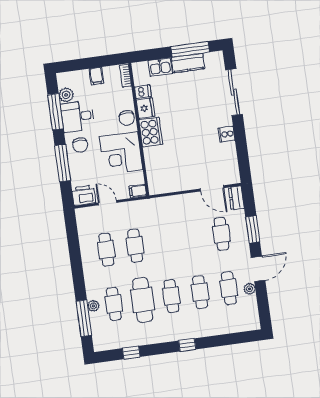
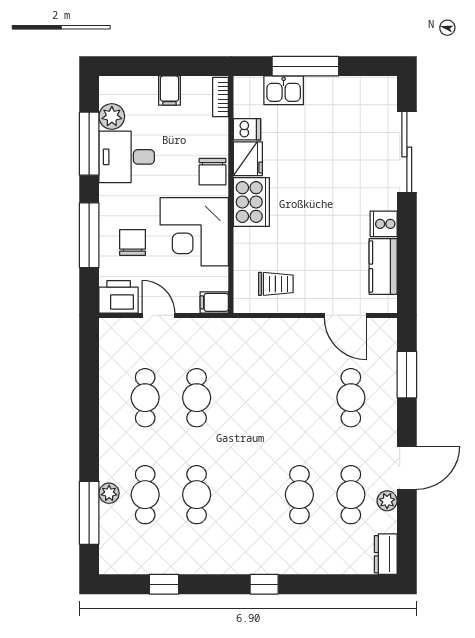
window: (190, 49) -> (305, 66), moved
kitchen counter: (188, 63) -> (383, 266), moved, turned 90
chair: (80, 145) -> (133, 242), moved, turned 180
trolley: (171, 176) -> (276, 284), added
dresser: (236, 198) -> (386, 554), moved
window: (253, 229) -> (407, 375), moved
cafe table: (171, 296) -> (248, 495), removed
cafe table: (143, 300) -> (197, 495), width x0.73, depth x0.74

